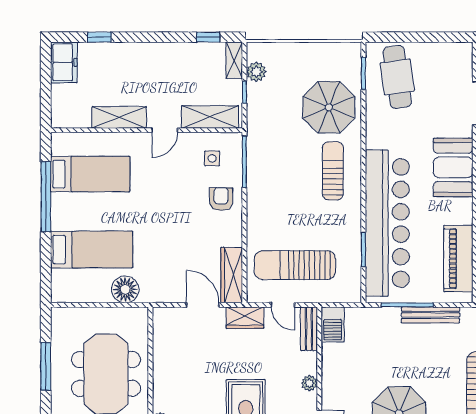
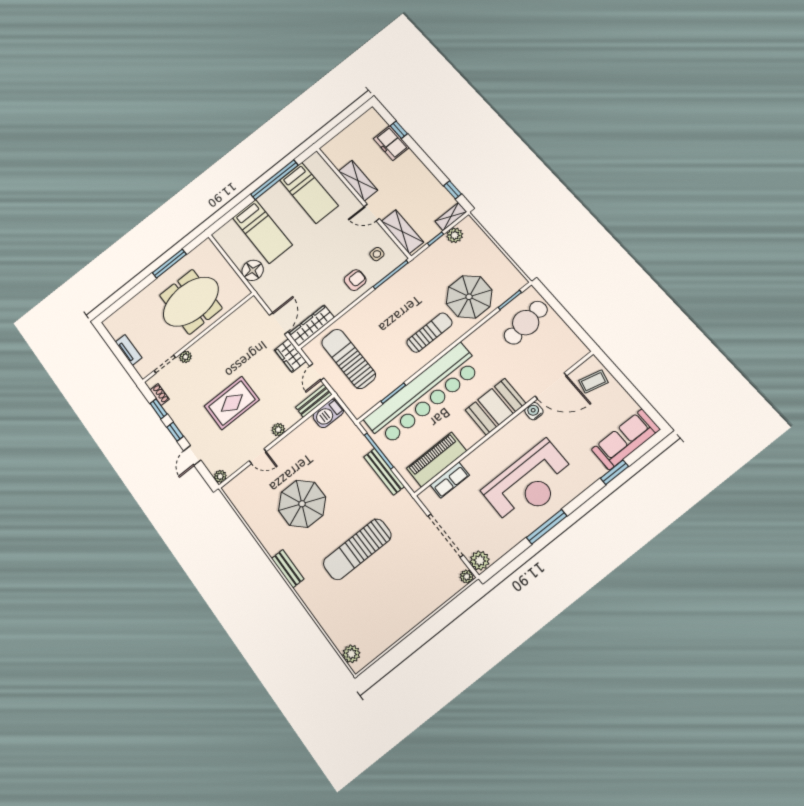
freezer: (64, 62) -> (391, 143), moved, turned 90

